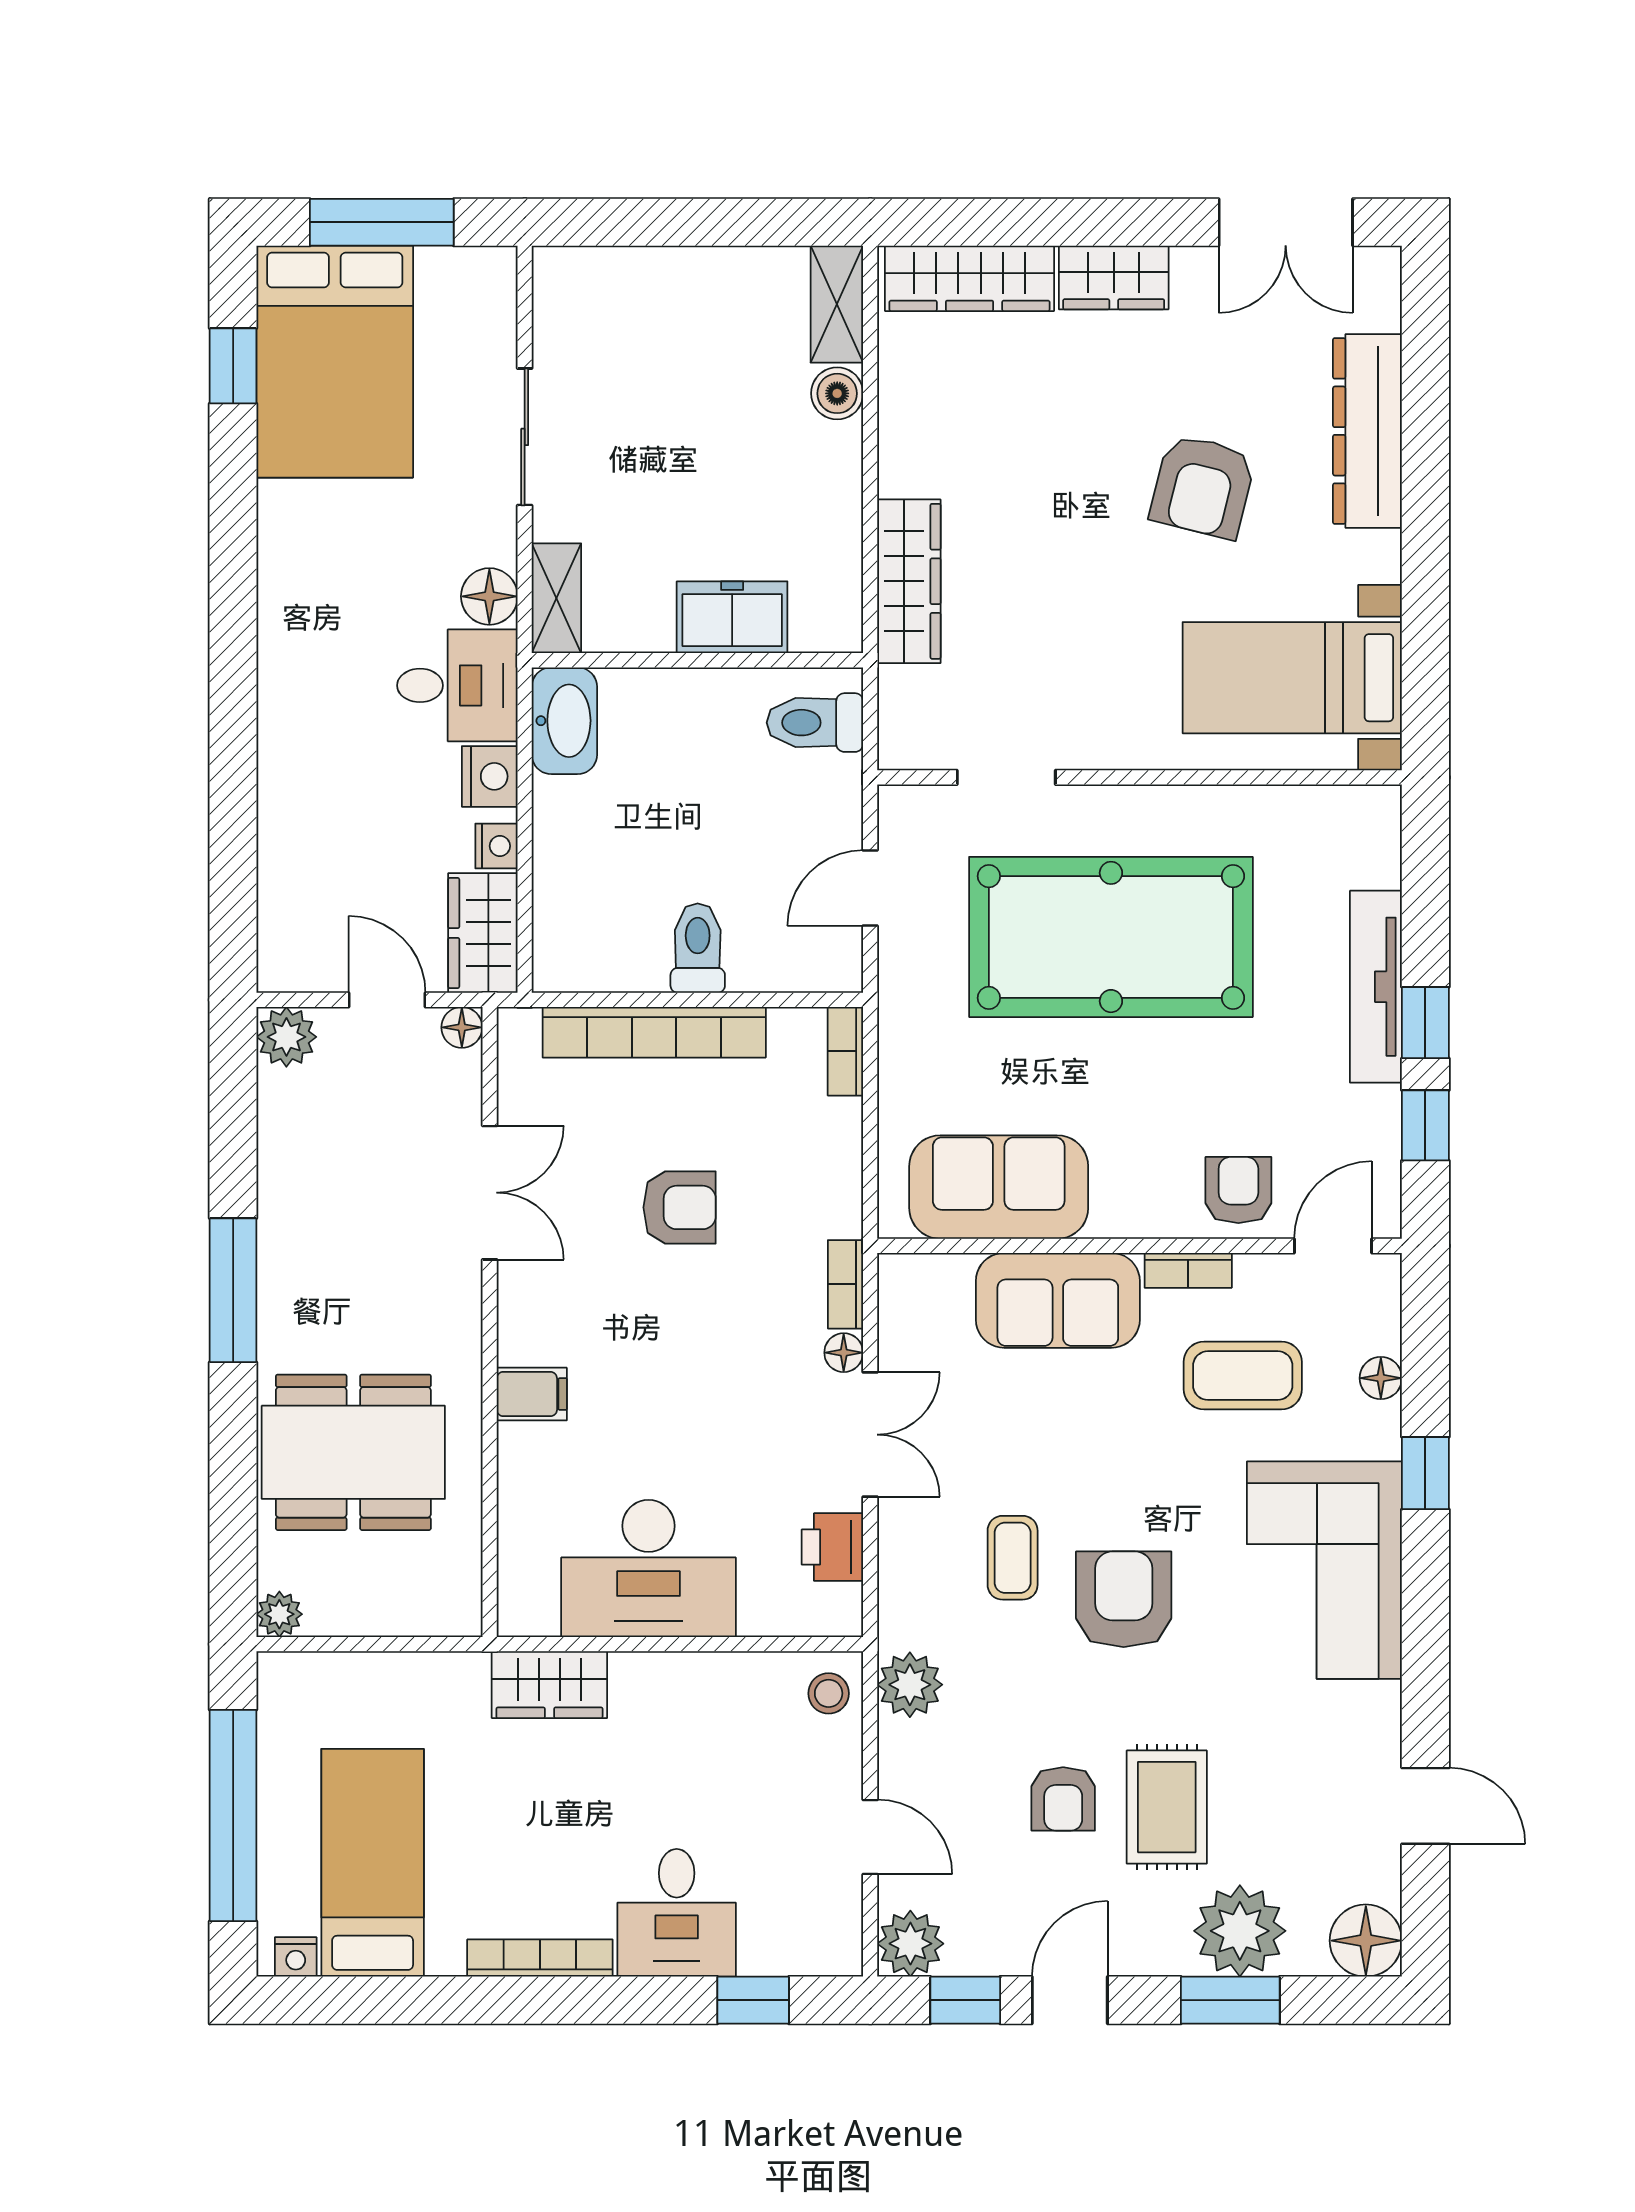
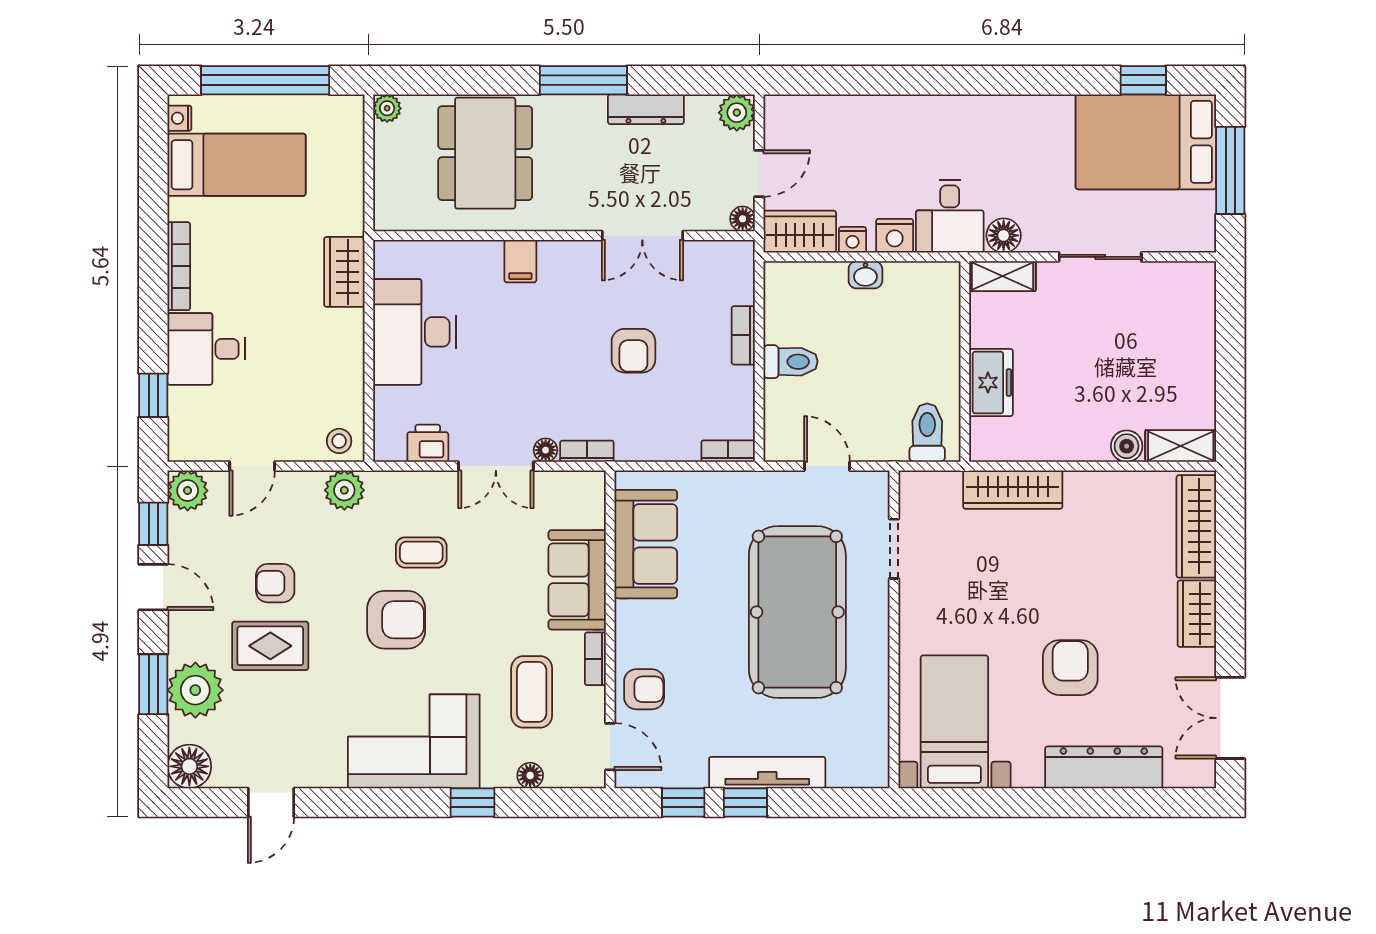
armchair: (1203, 486) -> (1070, 668), turned 76
washbasin: (564, 721) -> (865, 275), moved, width x0.52, depth x0.69
bookcase: (654, 1032) -> (743, 335), width x0.43, depth x0.76
dresser: (281, 1187) -> (646, 109), added

